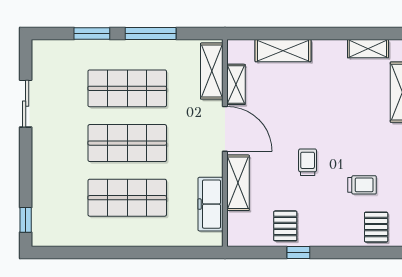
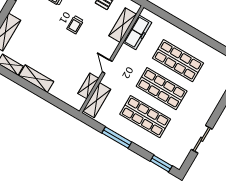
window: (92, 34) -> (161, 164), moved
shelving: (283, 51) -> (36, 79), moved
door: (225, 129) -> (107, 67), width x0.53
shelving: (238, 183) -> (123, 25), moved

